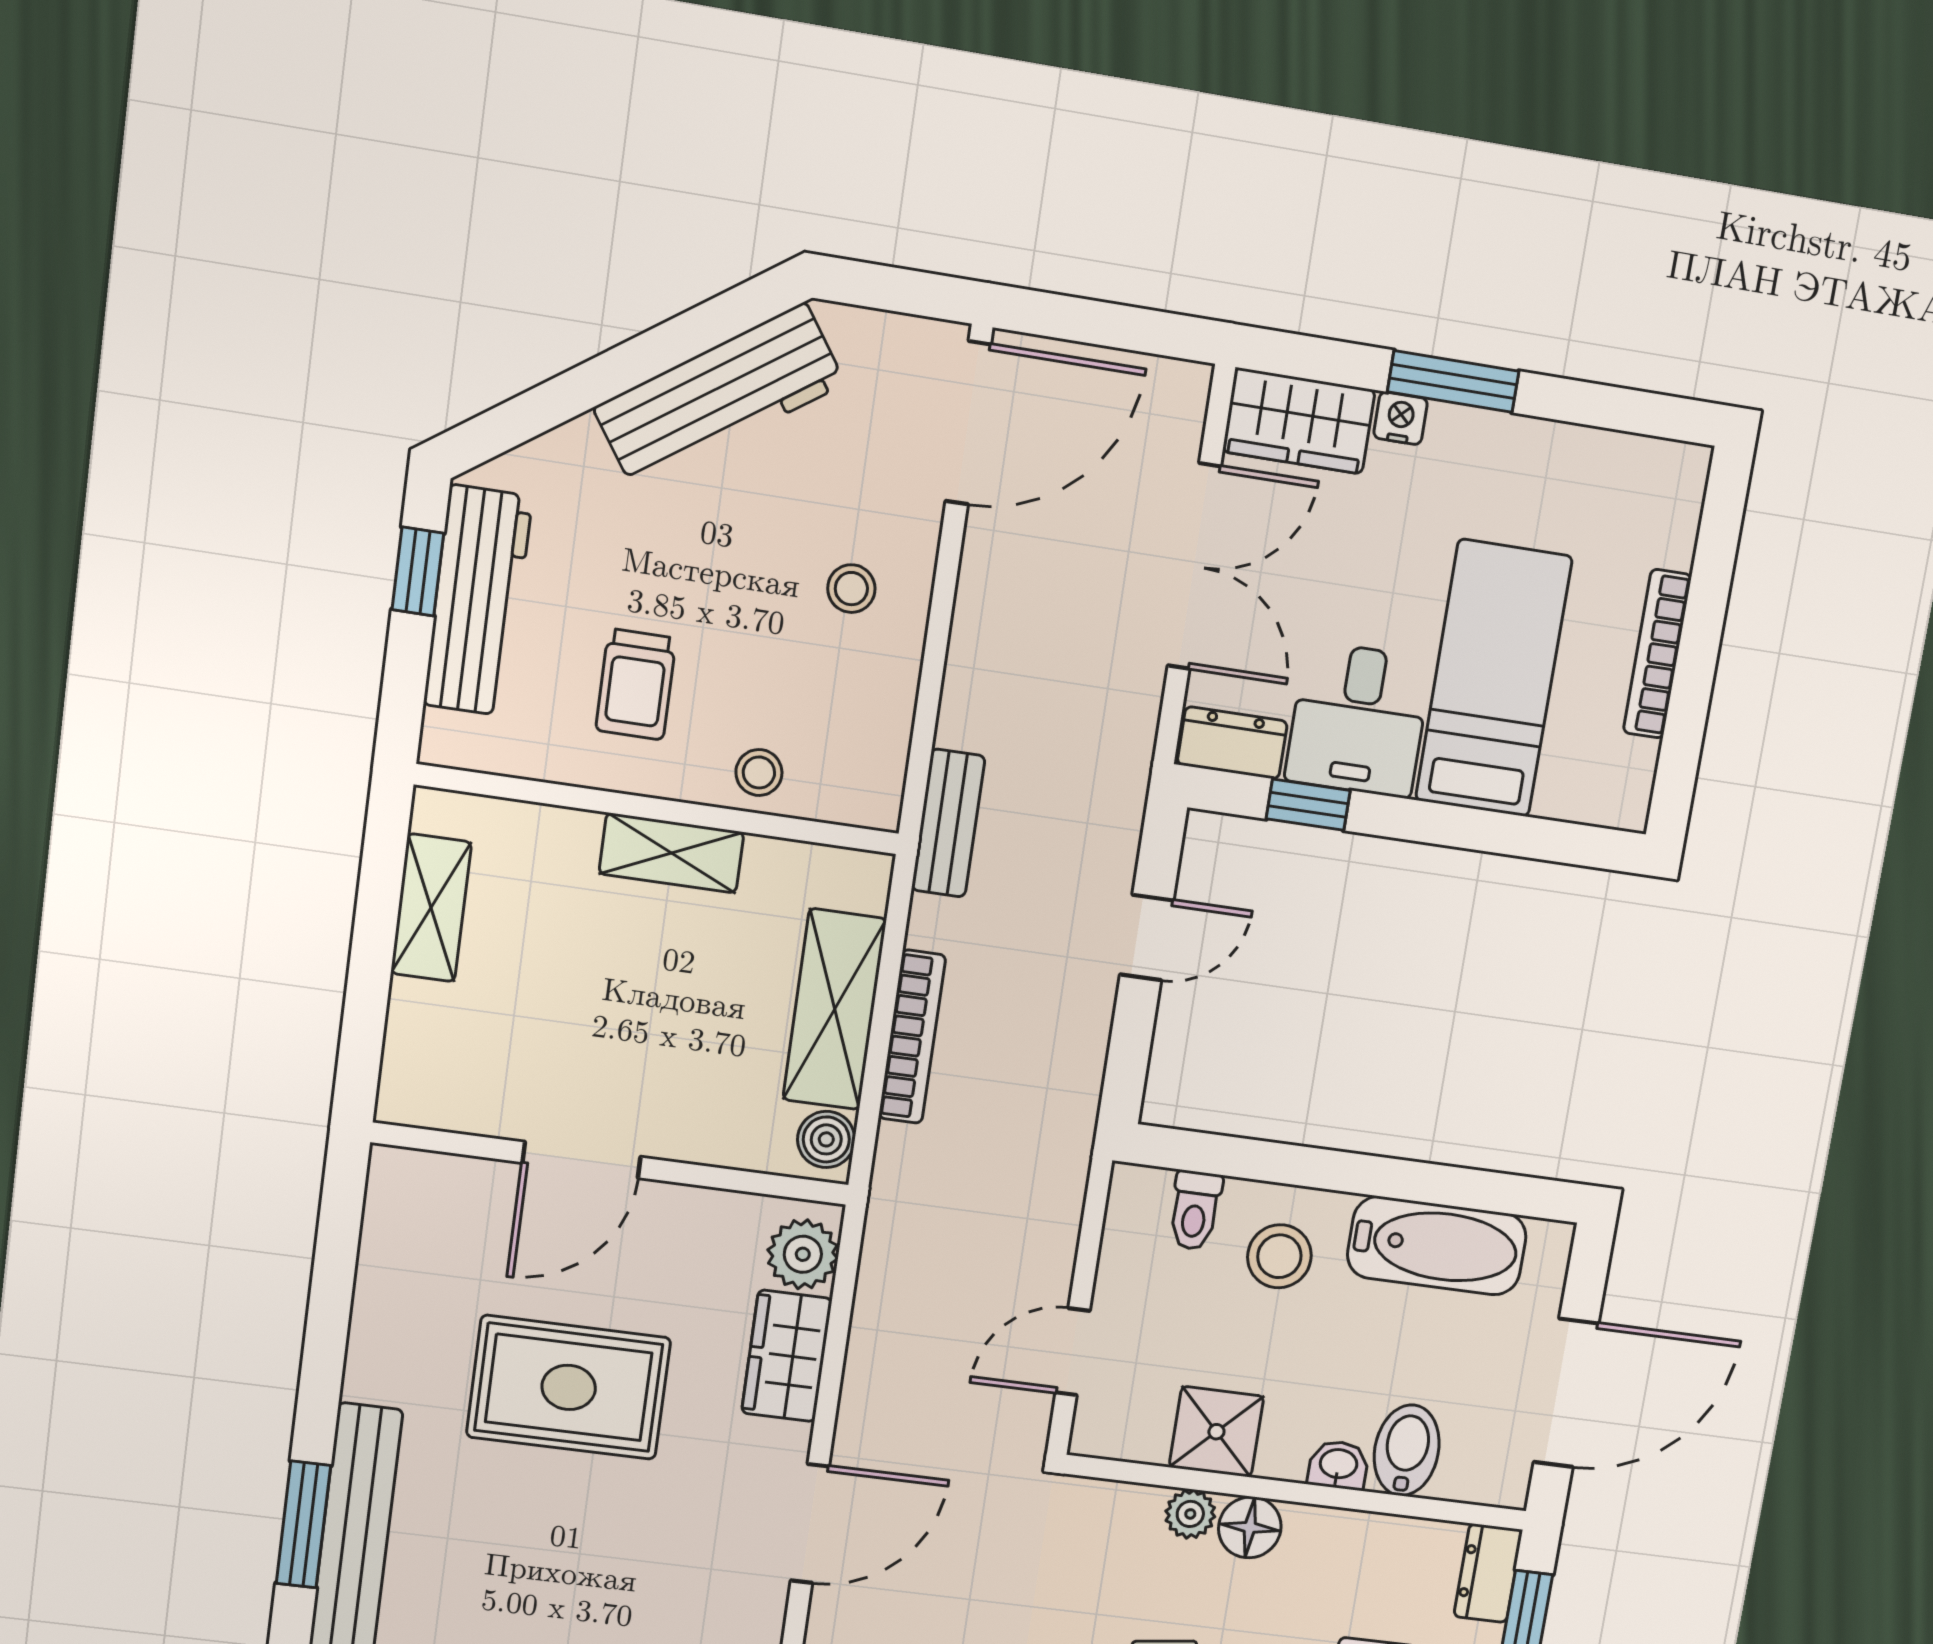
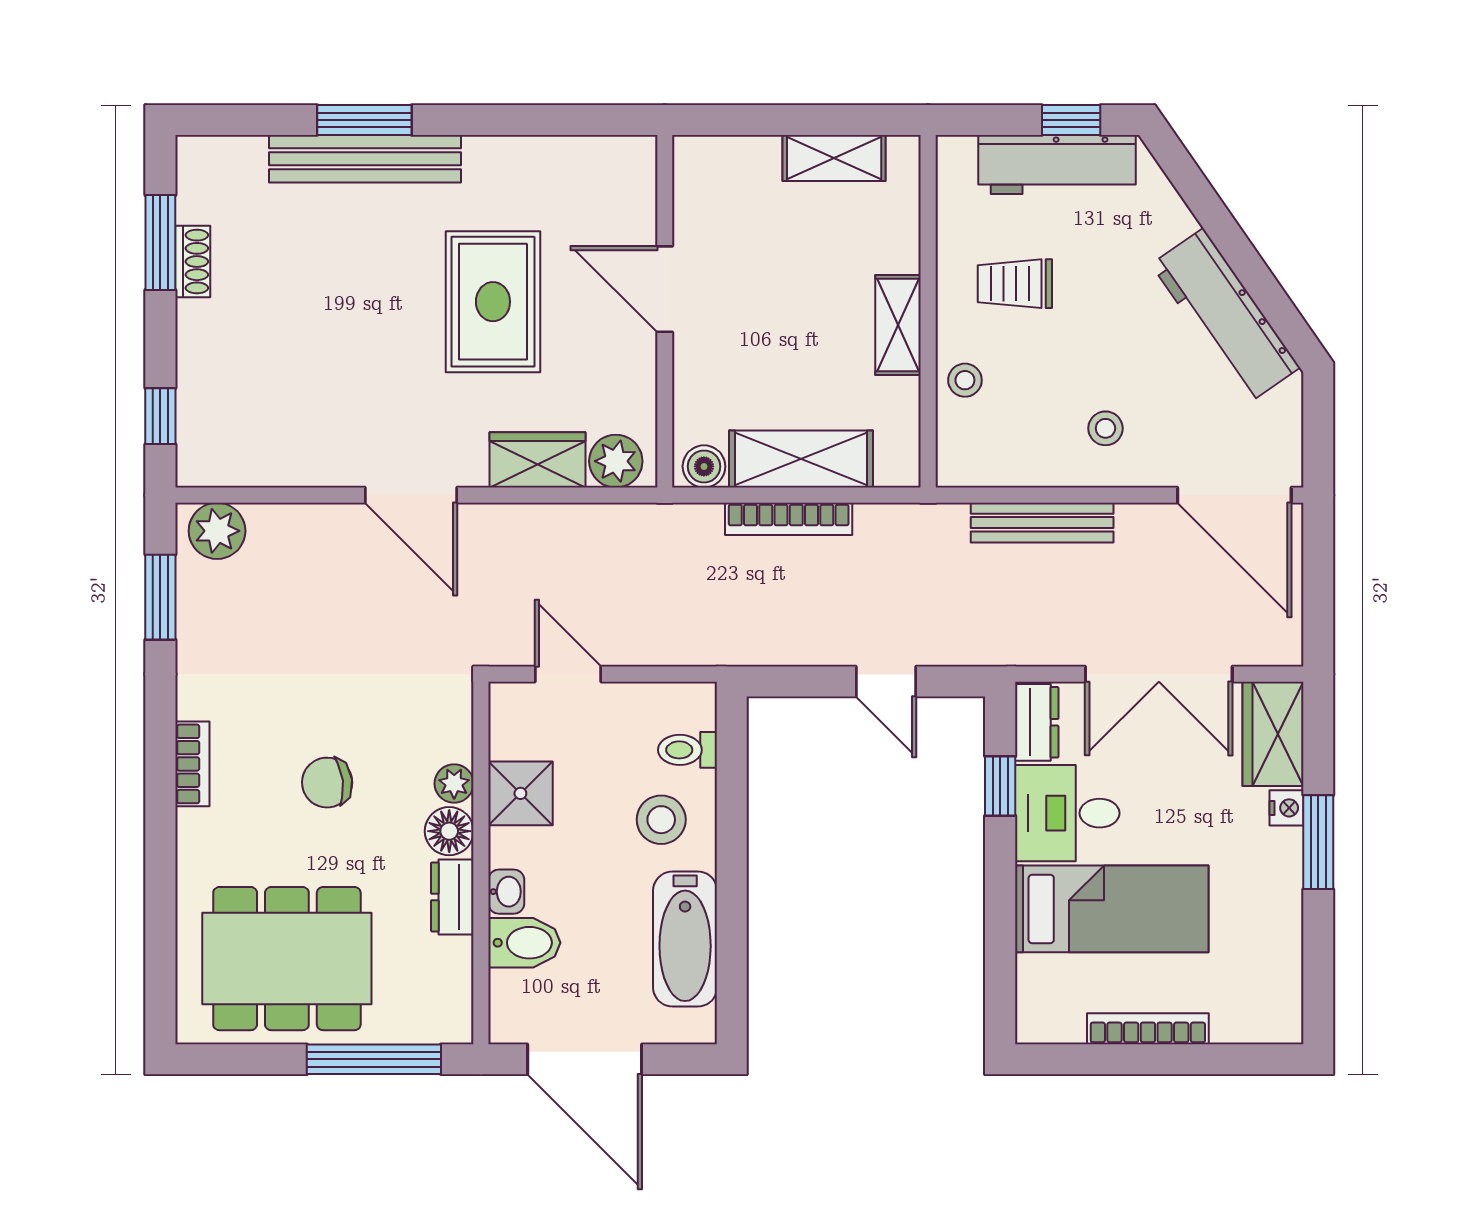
bench: (948, 823) -> (1042, 523), moved, width x1.36
dresser: (1488, 1573) -> (452, 897), moved, turned -90

